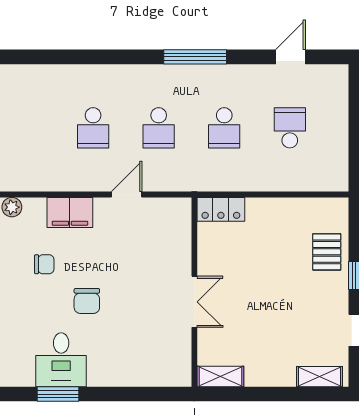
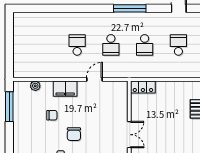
school desk: (93, 128) -> (77, 45), turned 180

